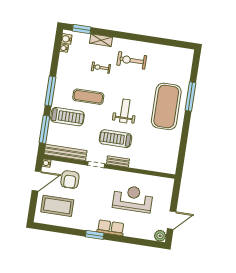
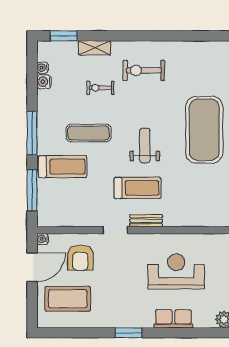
water cooler: (66, 39) -> (44, 82), moved
treadmill: (115, 139) -> (138, 188), turned 180
bench: (65, 152) -> (68, 219), removed
row of seats: (111, 228) -> (173, 319), moved

